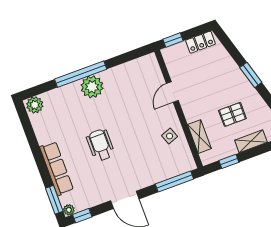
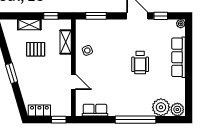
row of seats: (134, 68) -> (95, 110), added
plant: (92, 87) -> (161, 107), moved
door: (172, 92) -> (73, 82), hinge flipped
window: (174, 182) -> (96, 16), width x0.69
window: (54, 200) -> (189, 35), removed
window: (82, 216) -> (161, 16), moved

